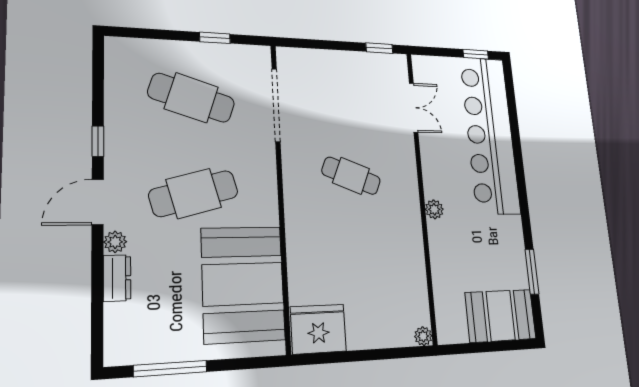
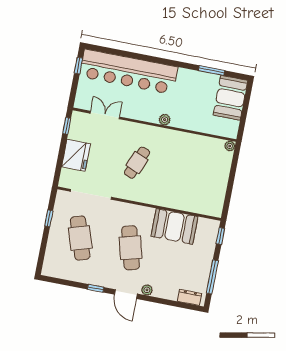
cafe table: (191, 98) -> (80, 238), turned -36
dresser: (117, 278) -> (189, 297), moved
booth: (243, 284) -> (174, 226), width x0.73, depth x0.70
fridge: (318, 329) -> (76, 155), moved, turned 180
window: (257, 363) -> (220, 236), added

